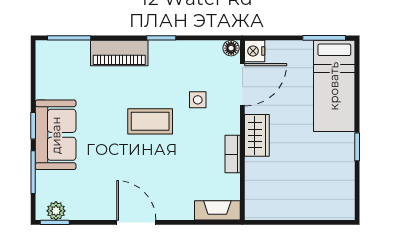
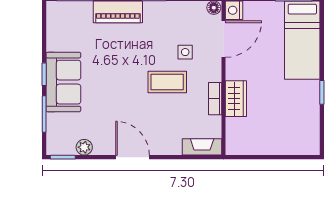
coffee table: (150, 121) -> (167, 82), moved
wardrobe: (257, 135) -> (236, 99), moved
plant: (56, 211) -> (84, 147), moved

